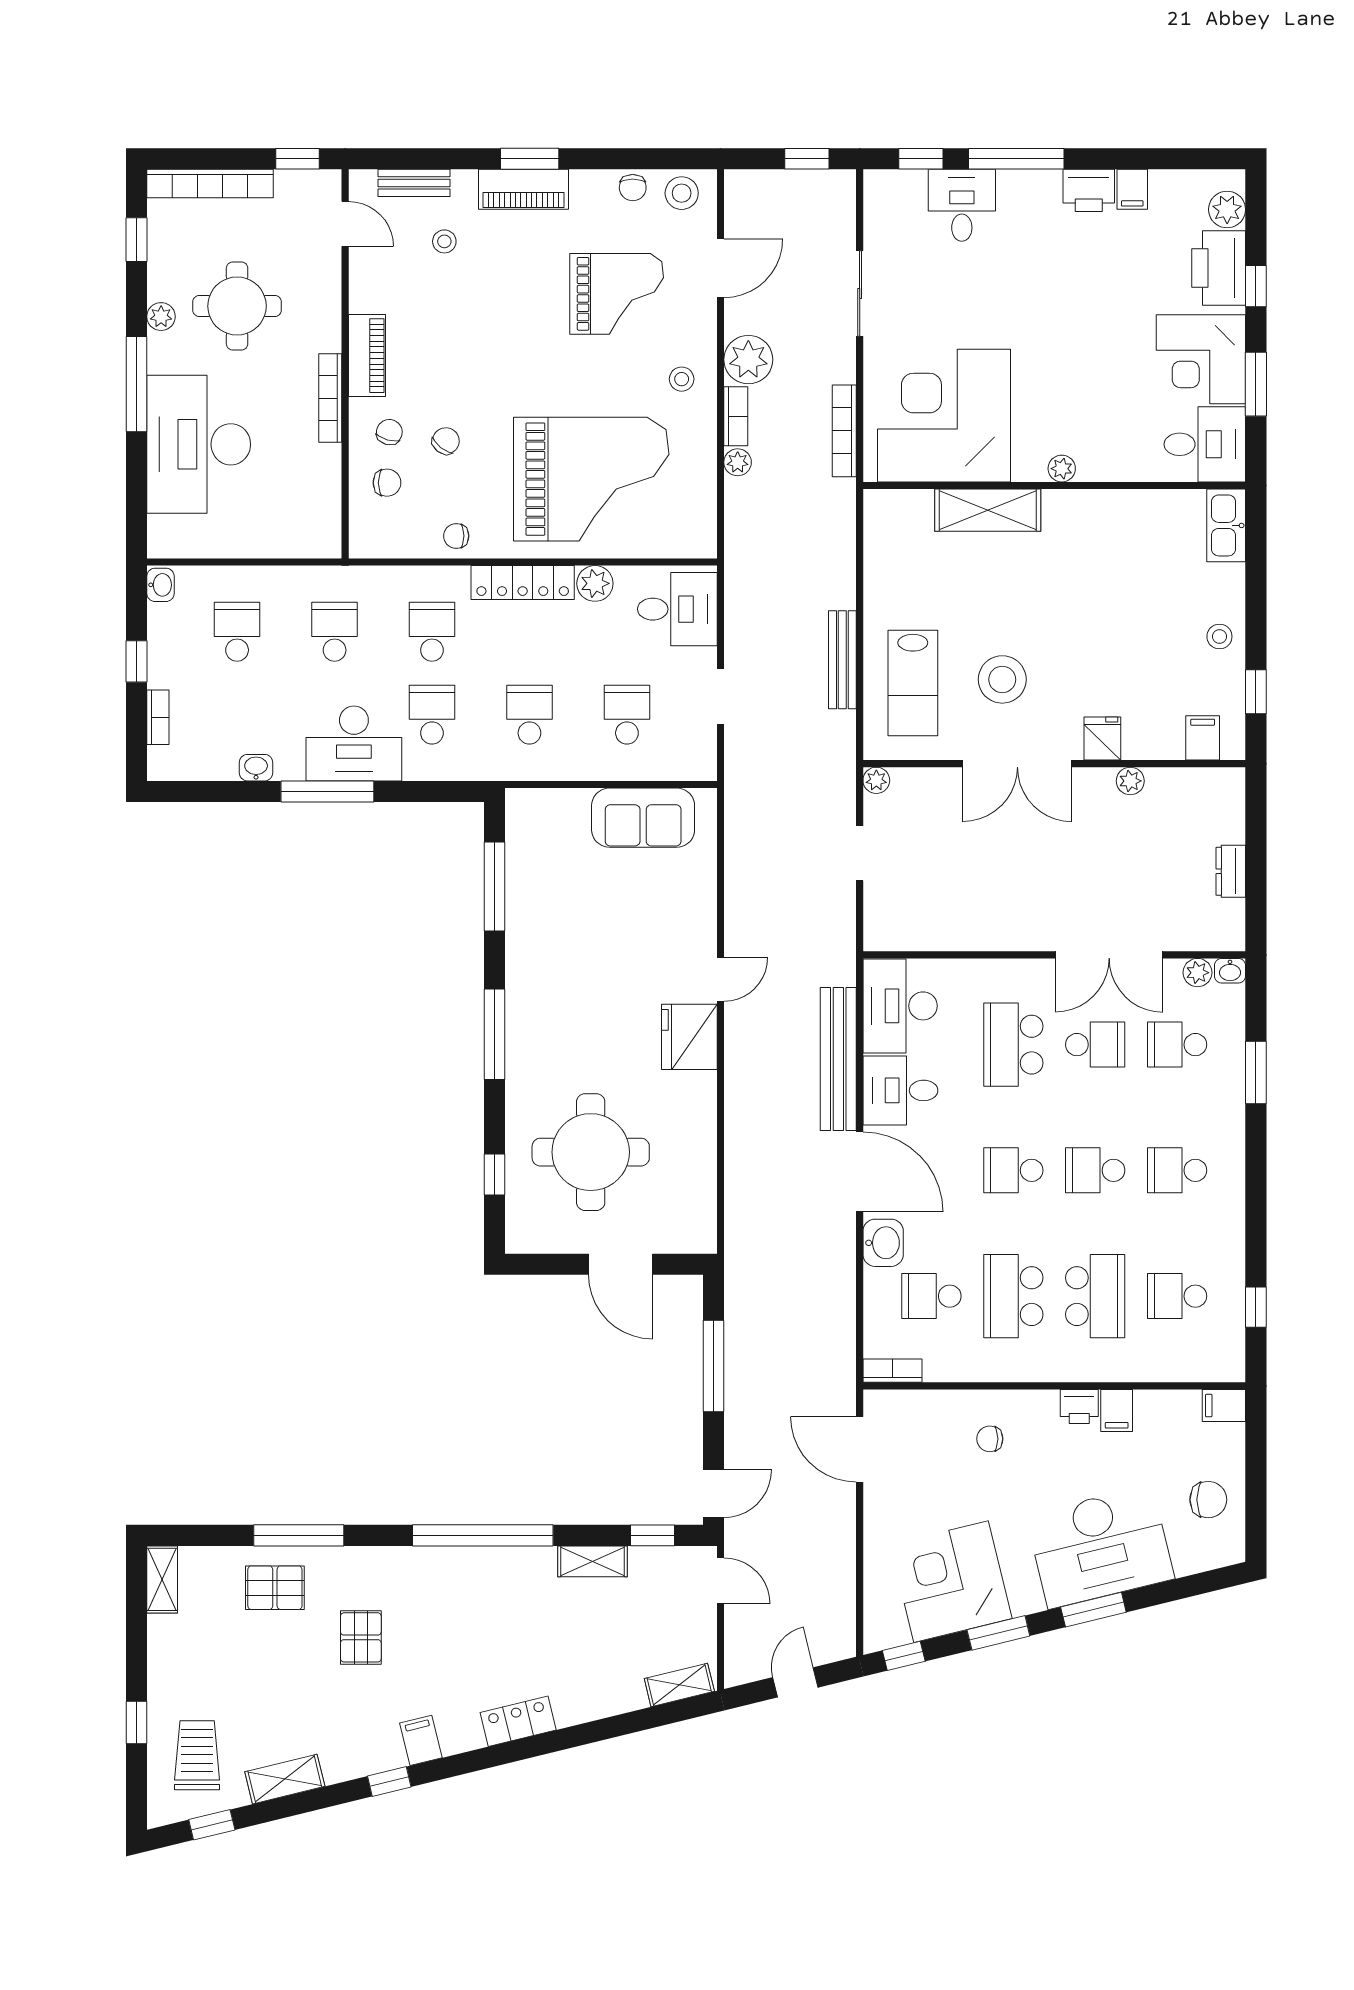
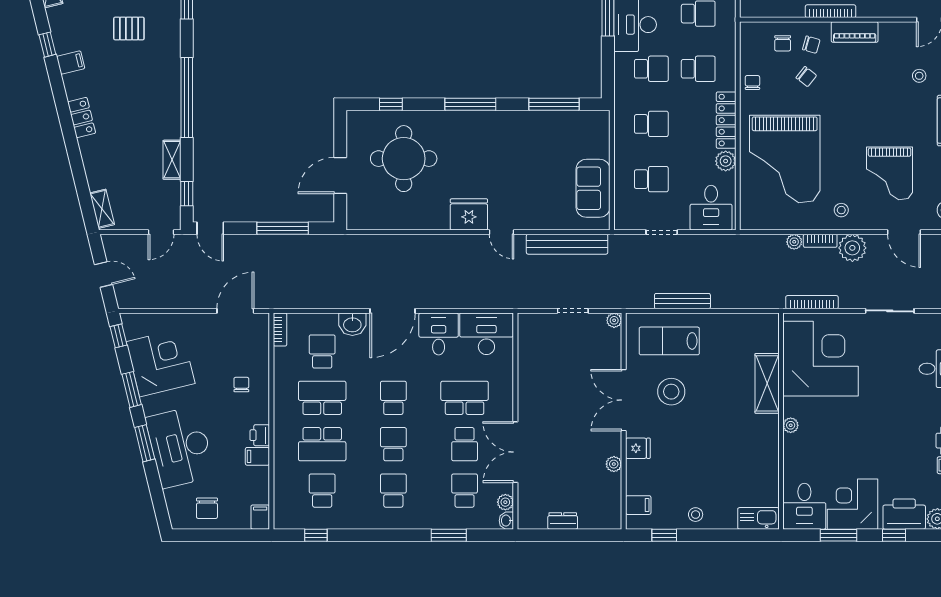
bench: (838, 1059) -> (567, 244), moved

